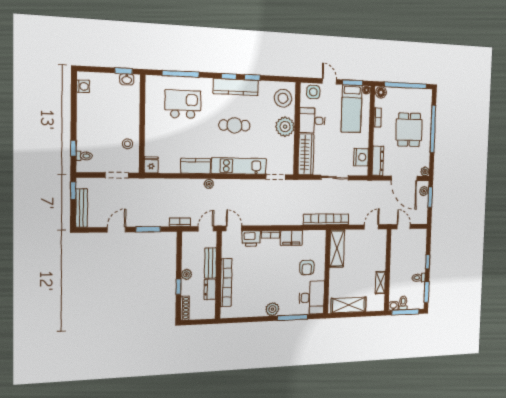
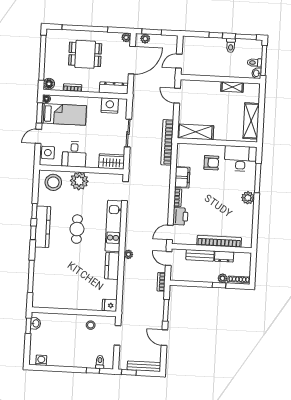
kitchen island: (183, 104) -> (57, 275), removed
wardrobe: (306, 154) -> (112, 161), width x0.67
plant: (186, 274) -> (222, 278), moved

